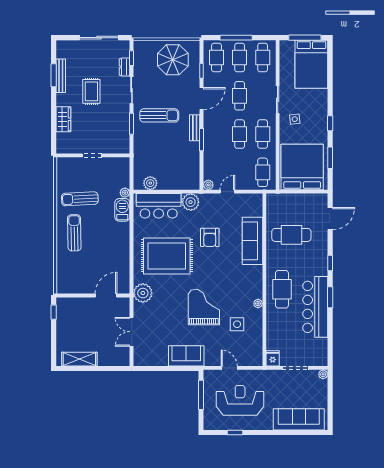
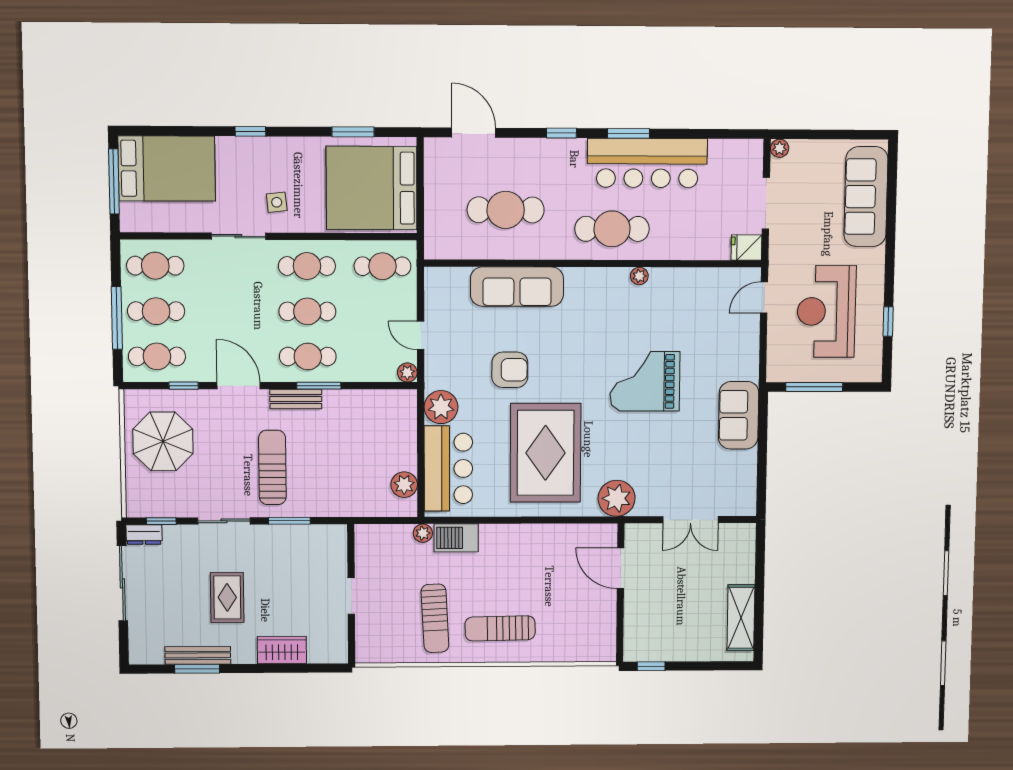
dresser: (125, 67) -> (144, 534), moved
rug: (91, 91) -> (227, 597), turned 90
cafe table: (240, 96) -> (308, 357), moved
window: (330, 123) -> (250, 131), moved
cafe table: (291, 235) -> (506, 210), turned 90
side table: (237, 324) -> (679, 317), removed
door: (229, 368) -> (764, 298), moved

